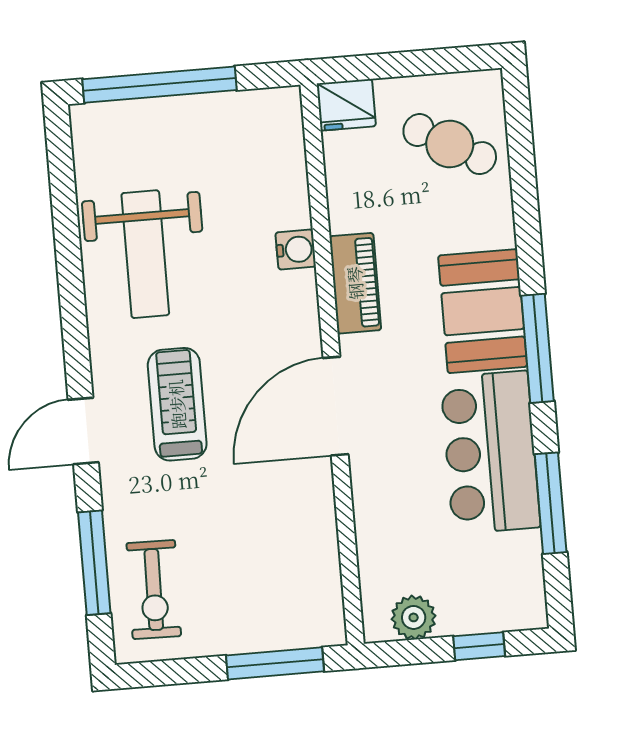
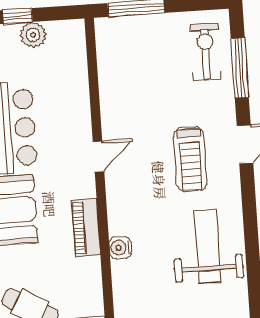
door: (336, 406) -> (98, 157), width x0.53
plant: (414, 617) -> (33, 35), moved

